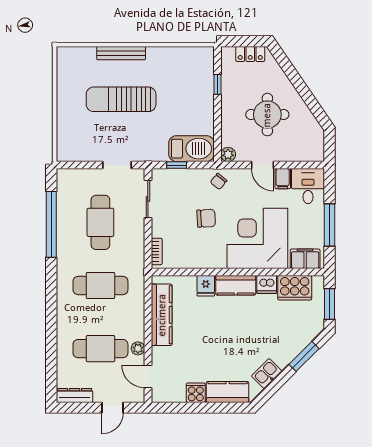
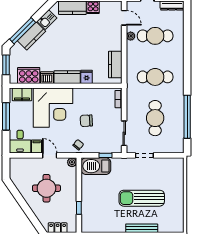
sun lounger: (121, 99) -> (142, 198), turned 180
kitchen counter: (162, 315) -> (115, 65), width x0.67
kitchen counter: (290, 348) -> (32, 36), added
window: (304, 356) -> (23, 31), width x1.44

